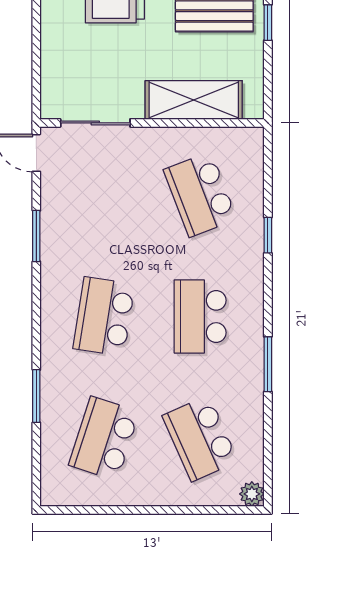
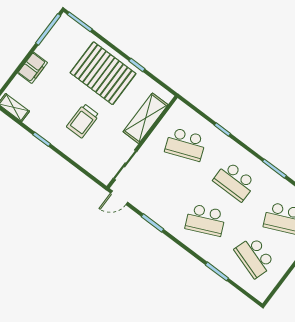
school desk: (104, 316) -> (205, 220), turned -33

